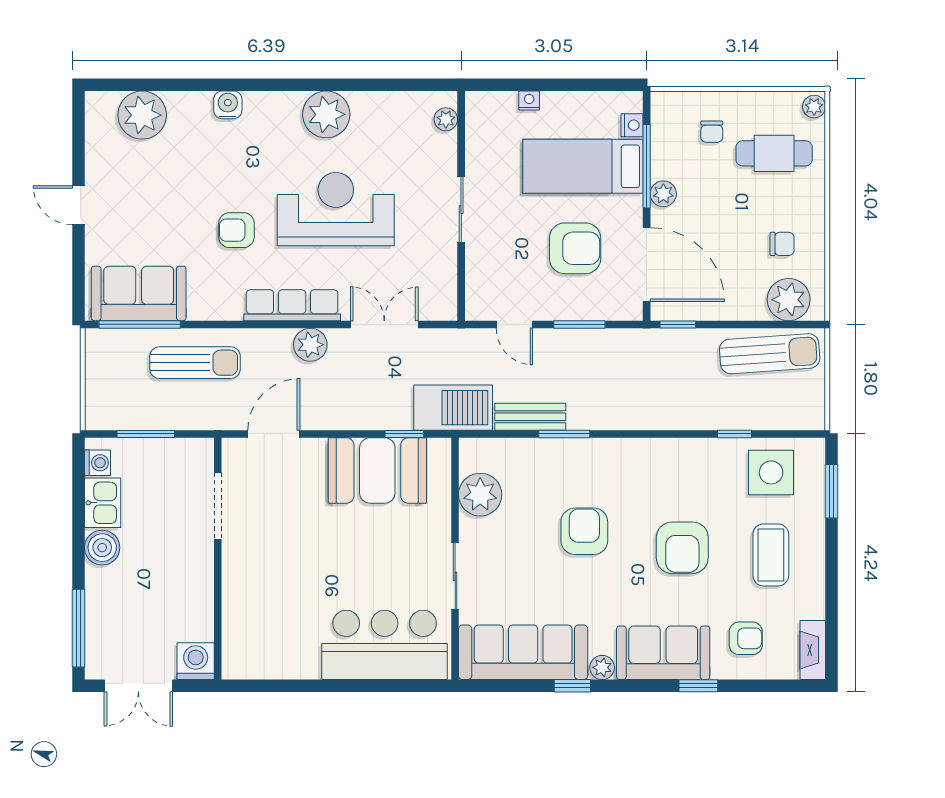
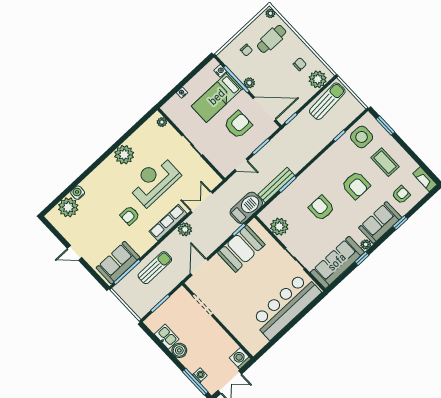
water cooler: (228, 105) -> (78, 193), moved
bench: (530, 417) -> (276, 185), width x1.36
washing machine: (97, 463) -> (200, 375), moved
bar counter: (385, 645) -> (286, 306), width x1.36

